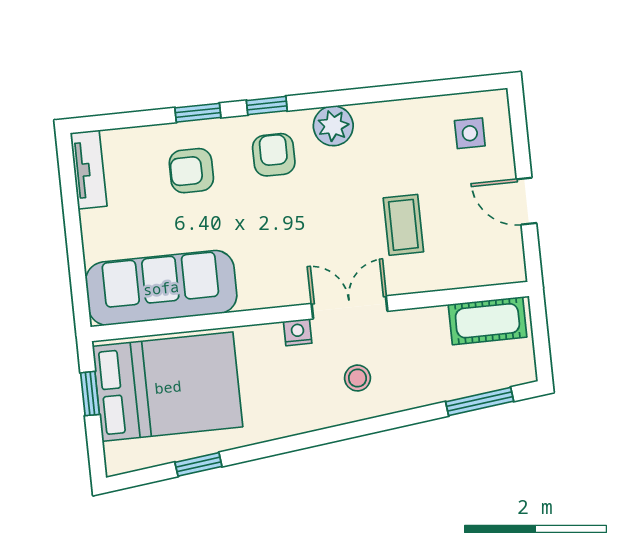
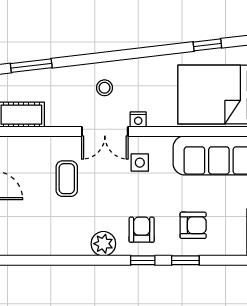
side table: (470, 133) -> (140, 163), moved
armchair: (274, 155) -> (142, 230), turned 180

